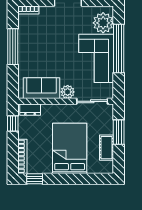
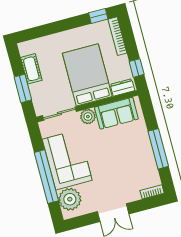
bed: (70, 148) -> (87, 75), moved, turned 180

